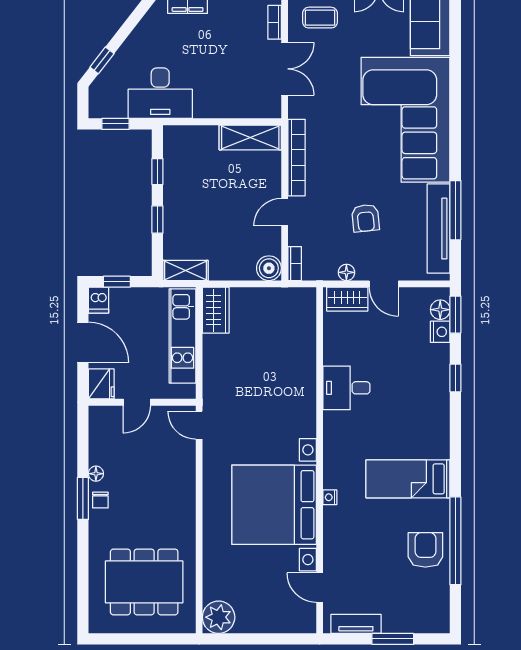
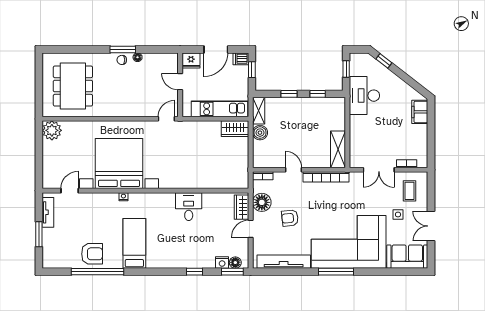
side table: (360, 37) -> (398, 214), added
window: (455, 210) -> (336, 272), moved
boiler: (269, 268) -> (260, 133), moved
floor lamp: (346, 272) -> (262, 202), width x1.89, depth x1.89

